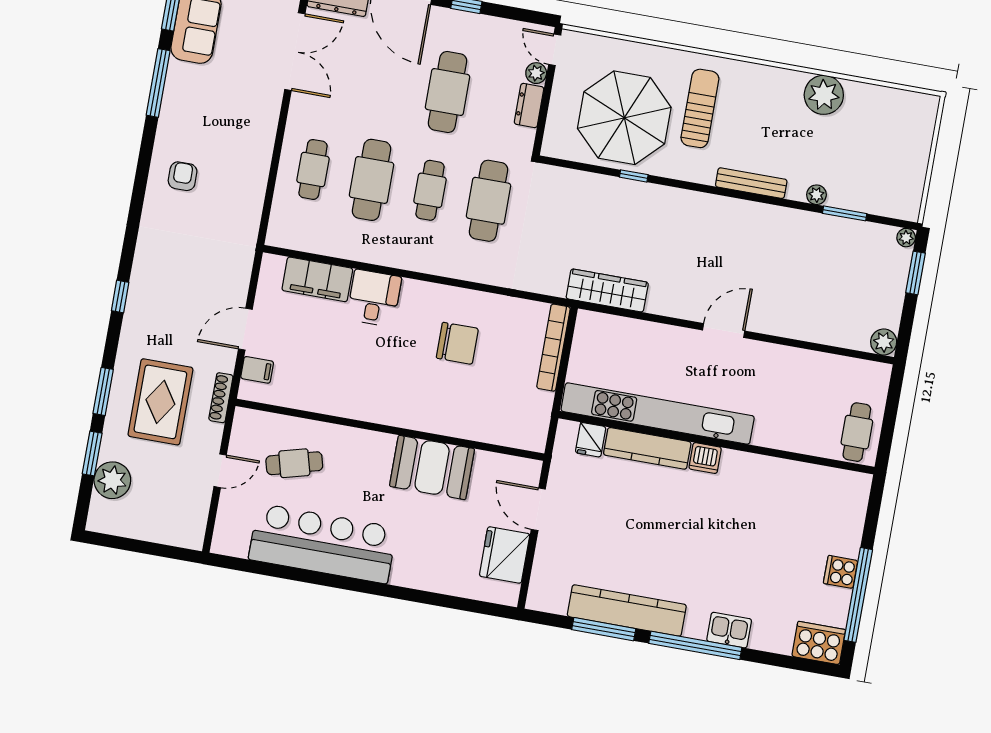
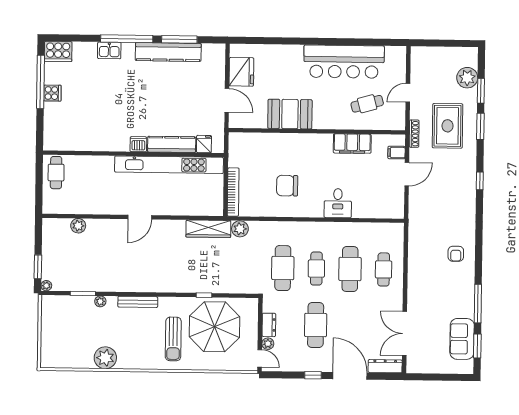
filing cabinet: (317, 279) -> (352, 144), moved, turned 180
plant: (552, 281) -> (240, 229), added
plant: (884, 342) -> (78, 226), moved

